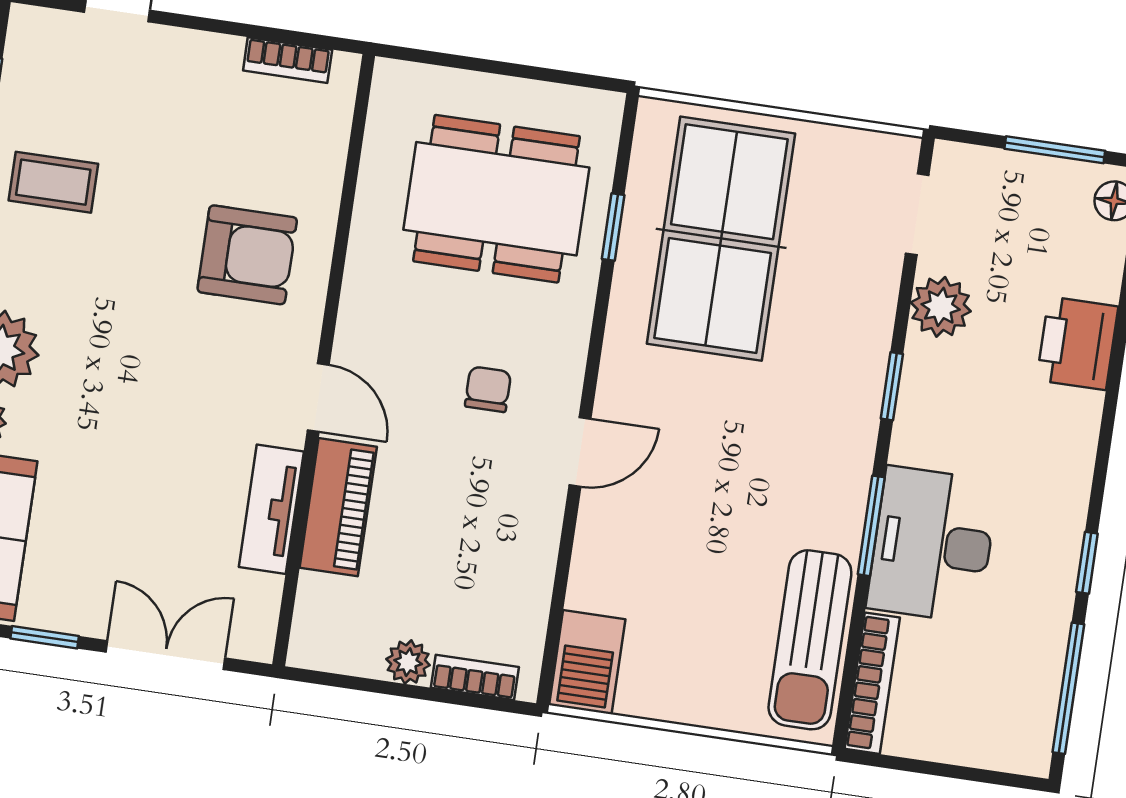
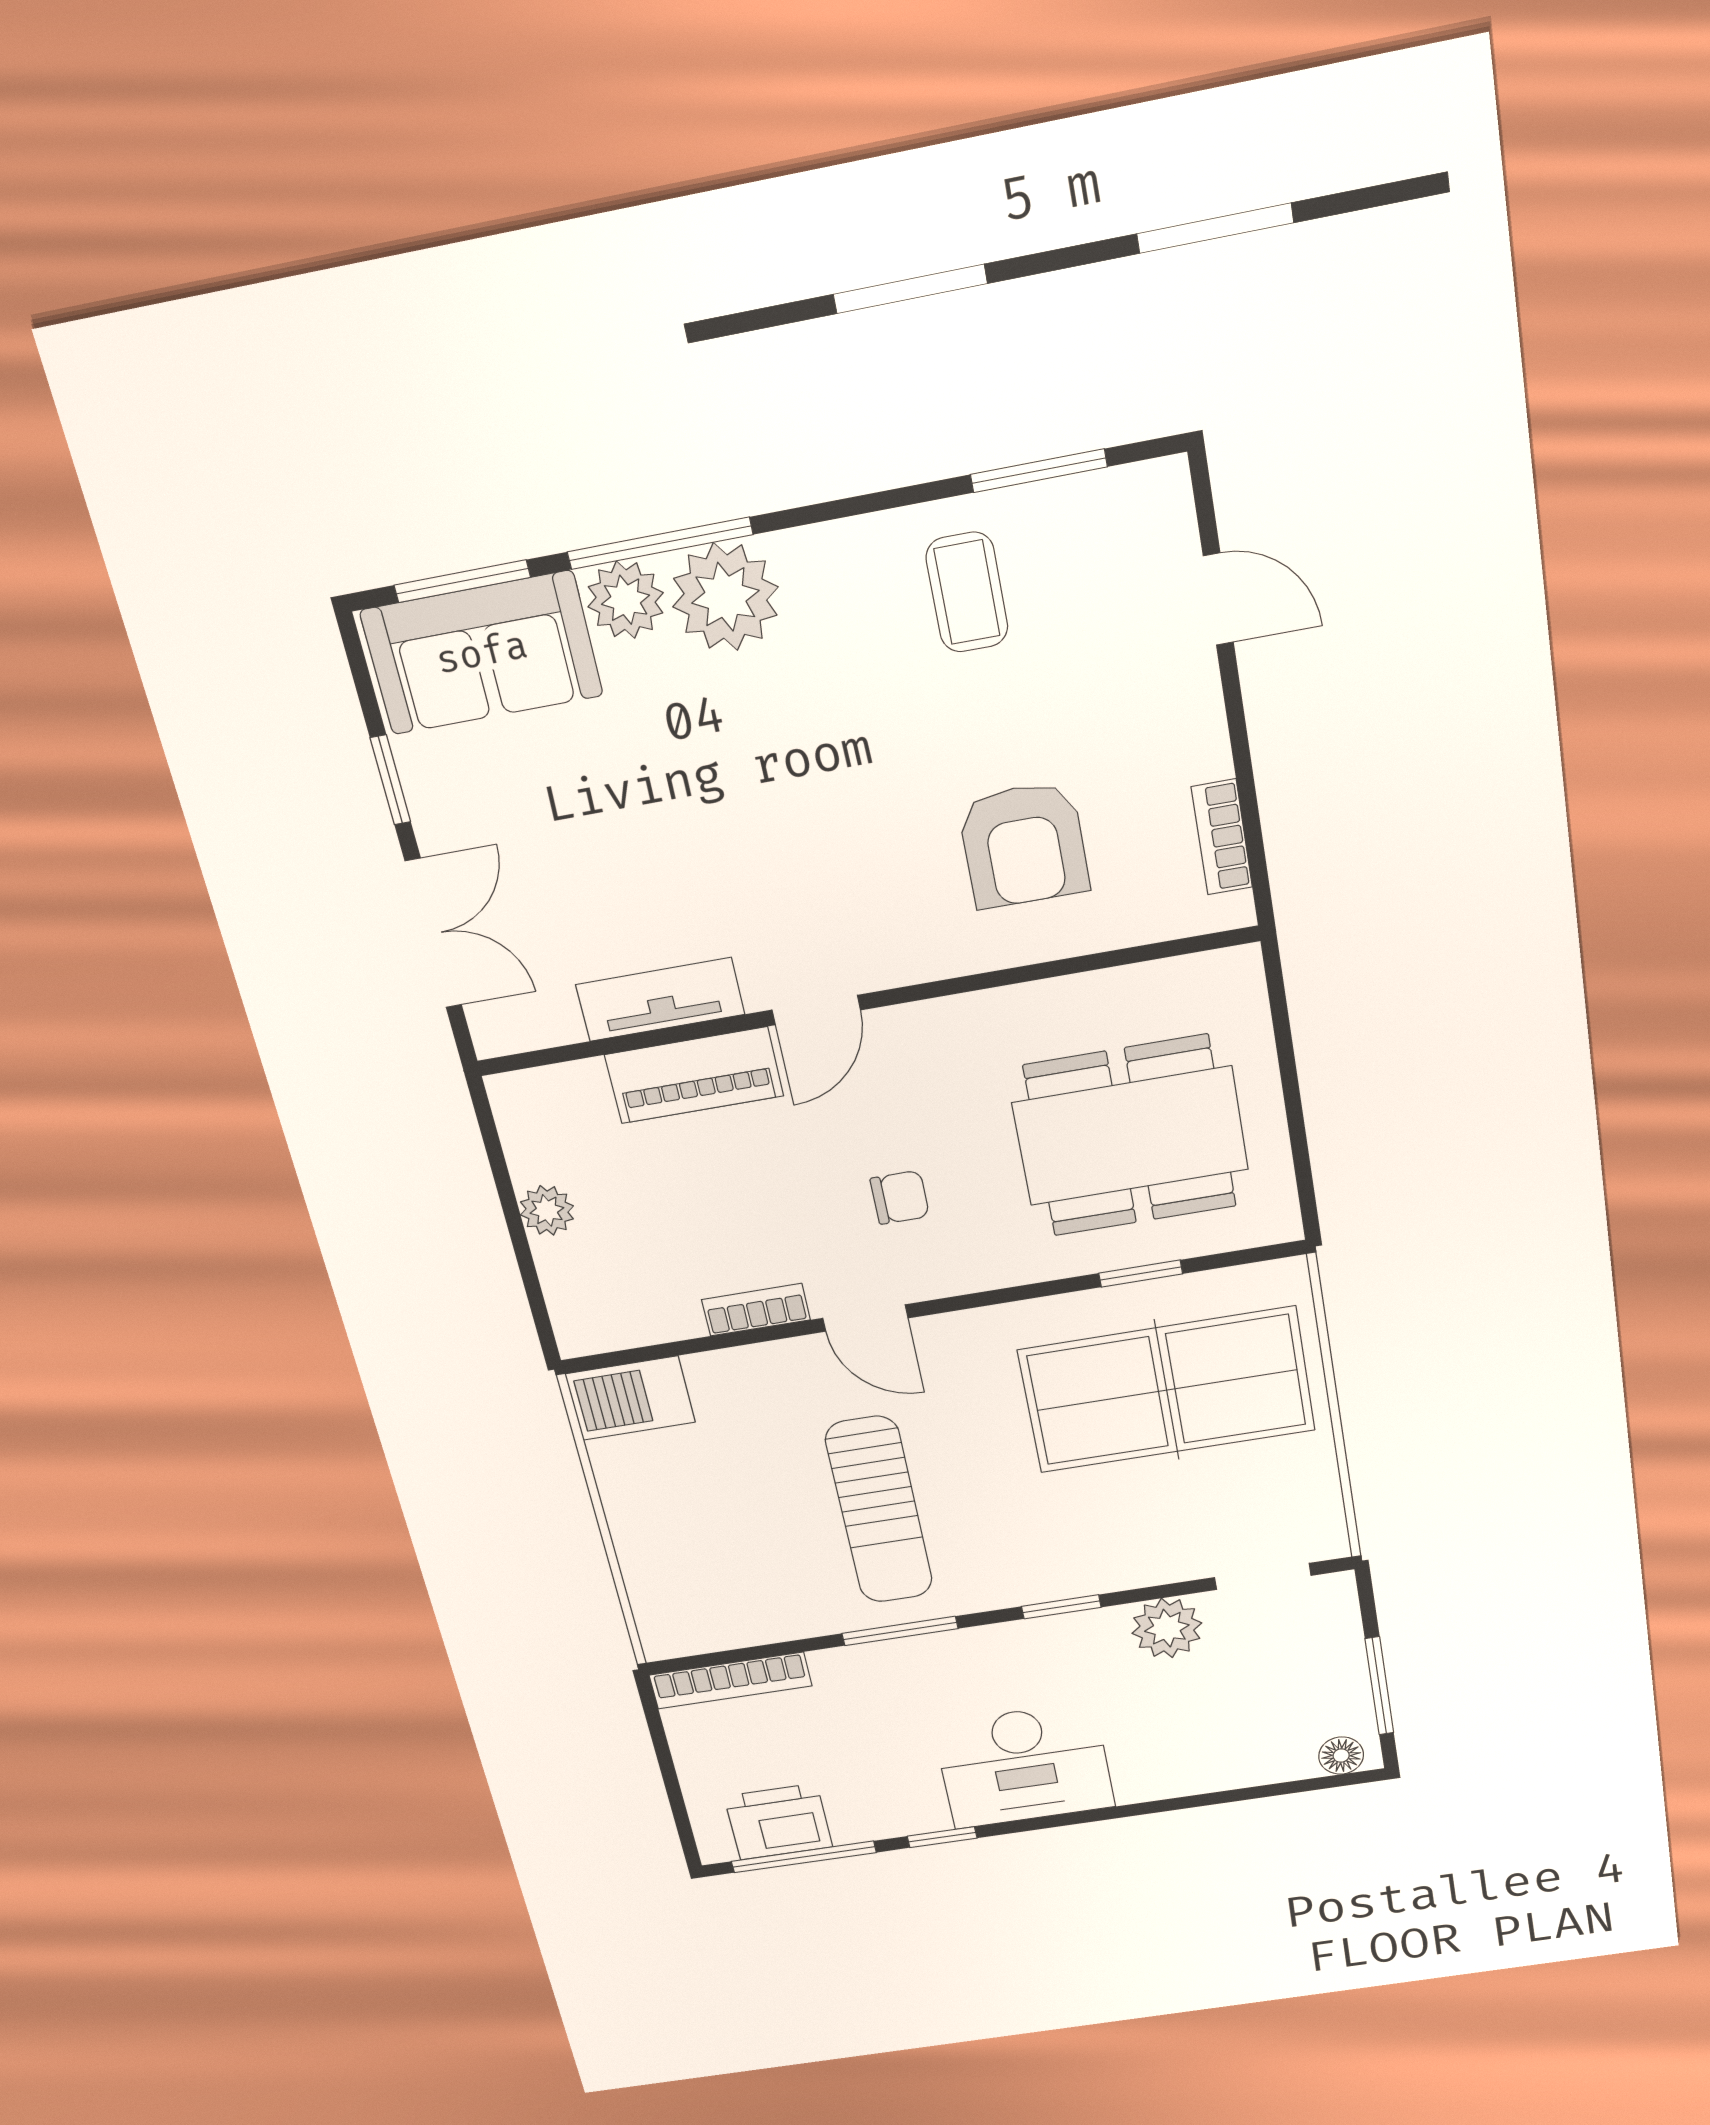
dining table: (496, 199) -> (1130, 1136), turned 90
armchair: (247, 255) -> (1024, 845), moved
printer: (1077, 343) -> (778, 1822), moved
desk: (932, 545) -> (1024, 1765), moved, turned 180
sun lounger: (810, 640) -> (879, 1510), moved, turned -90
bookcase: (475, 677) -> (756, 1310), moved, turned -90

